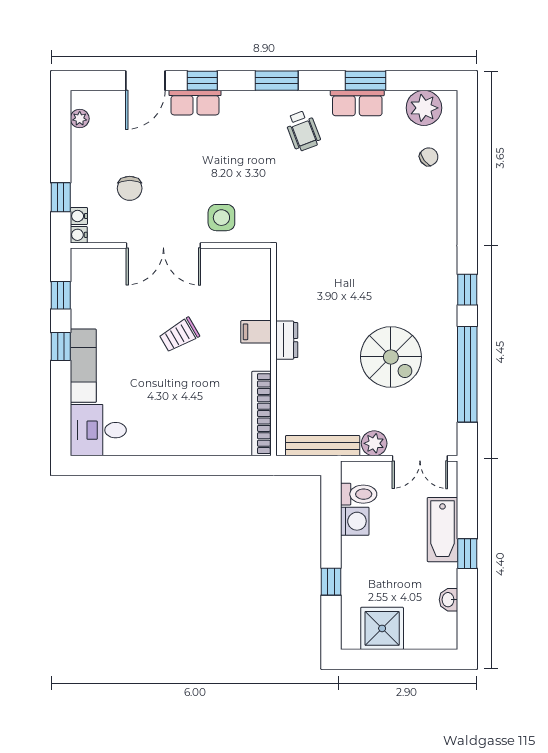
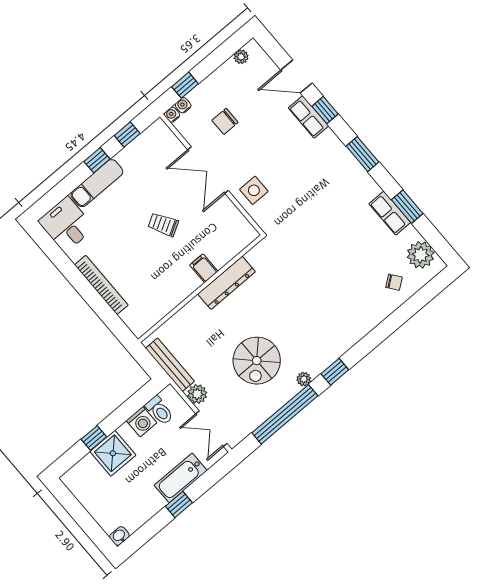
wheelchair: (303, 131) -> (346, 195), removed
plant: (448, 326) -> (304, 379), added
dresser: (287, 340) -> (227, 283), width x1.96, depth x1.24
bookcase: (262, 414) -> (101, 285), moved, turned 90
washbasin: (448, 600) -> (119, 536), moved
shower: (382, 628) -> (113, 453), moved

